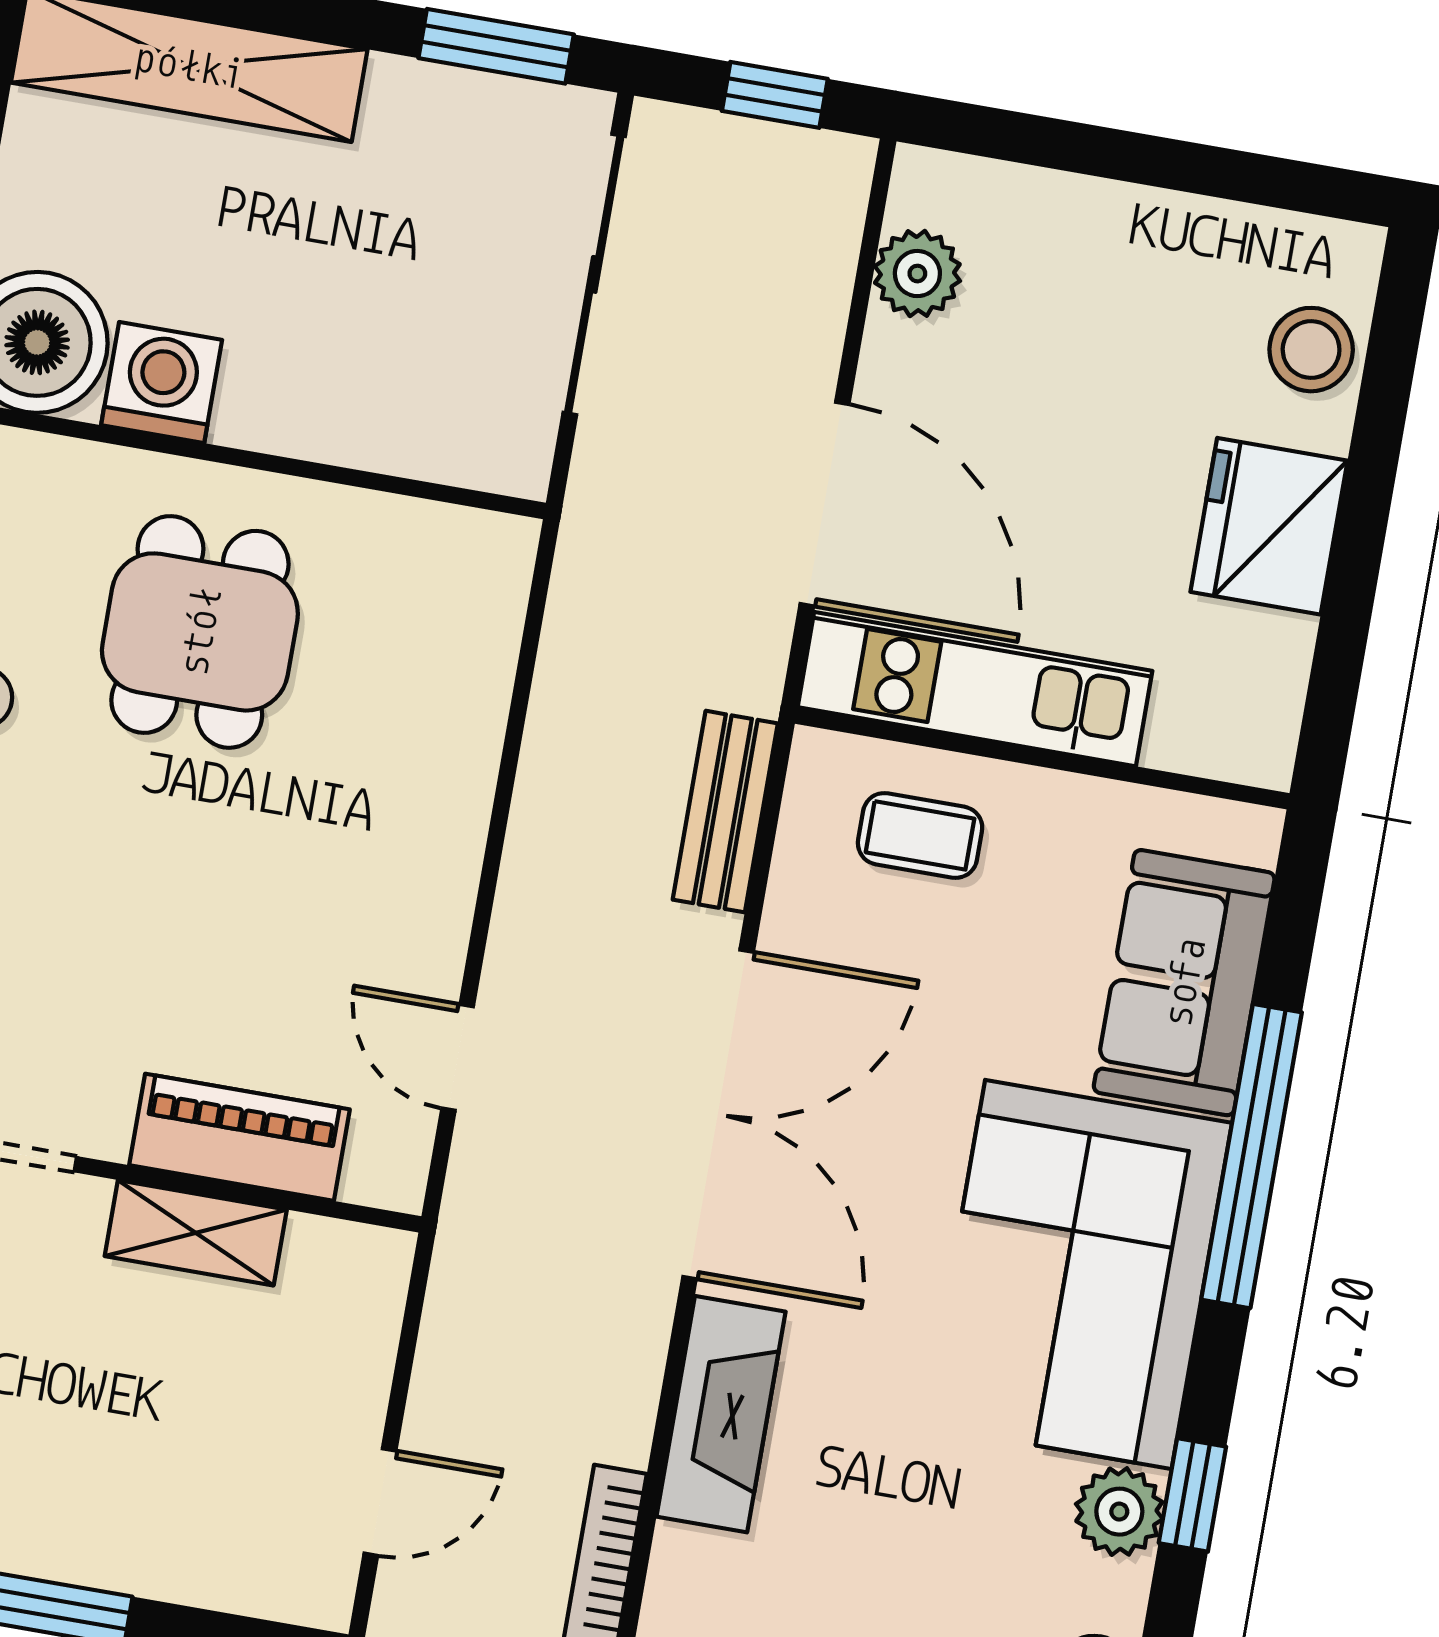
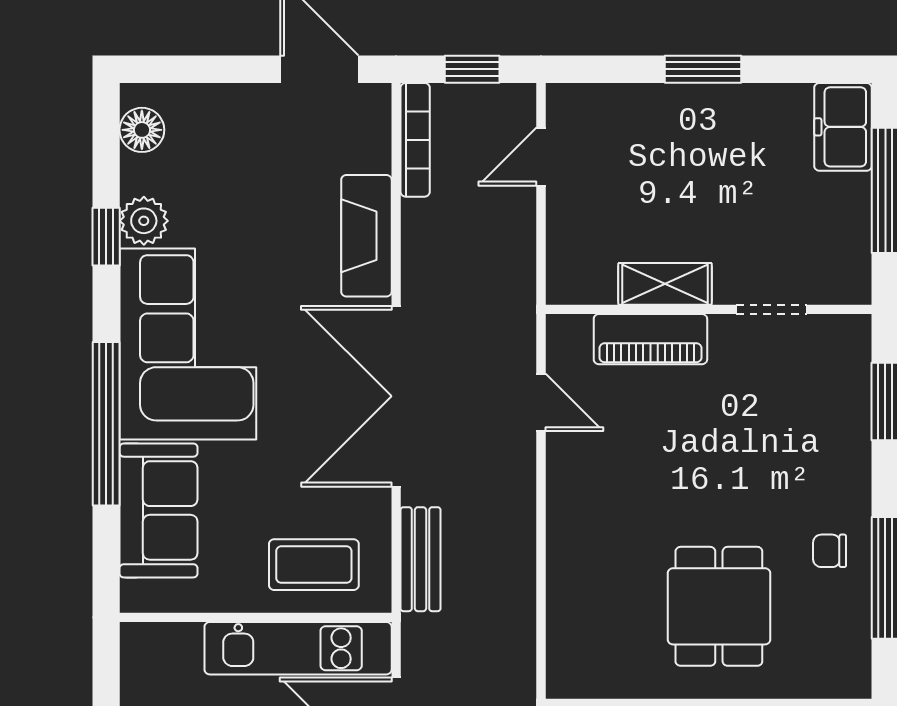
coffee table: (920, 835) -> (314, 565), width x1.36, depth x1.30

